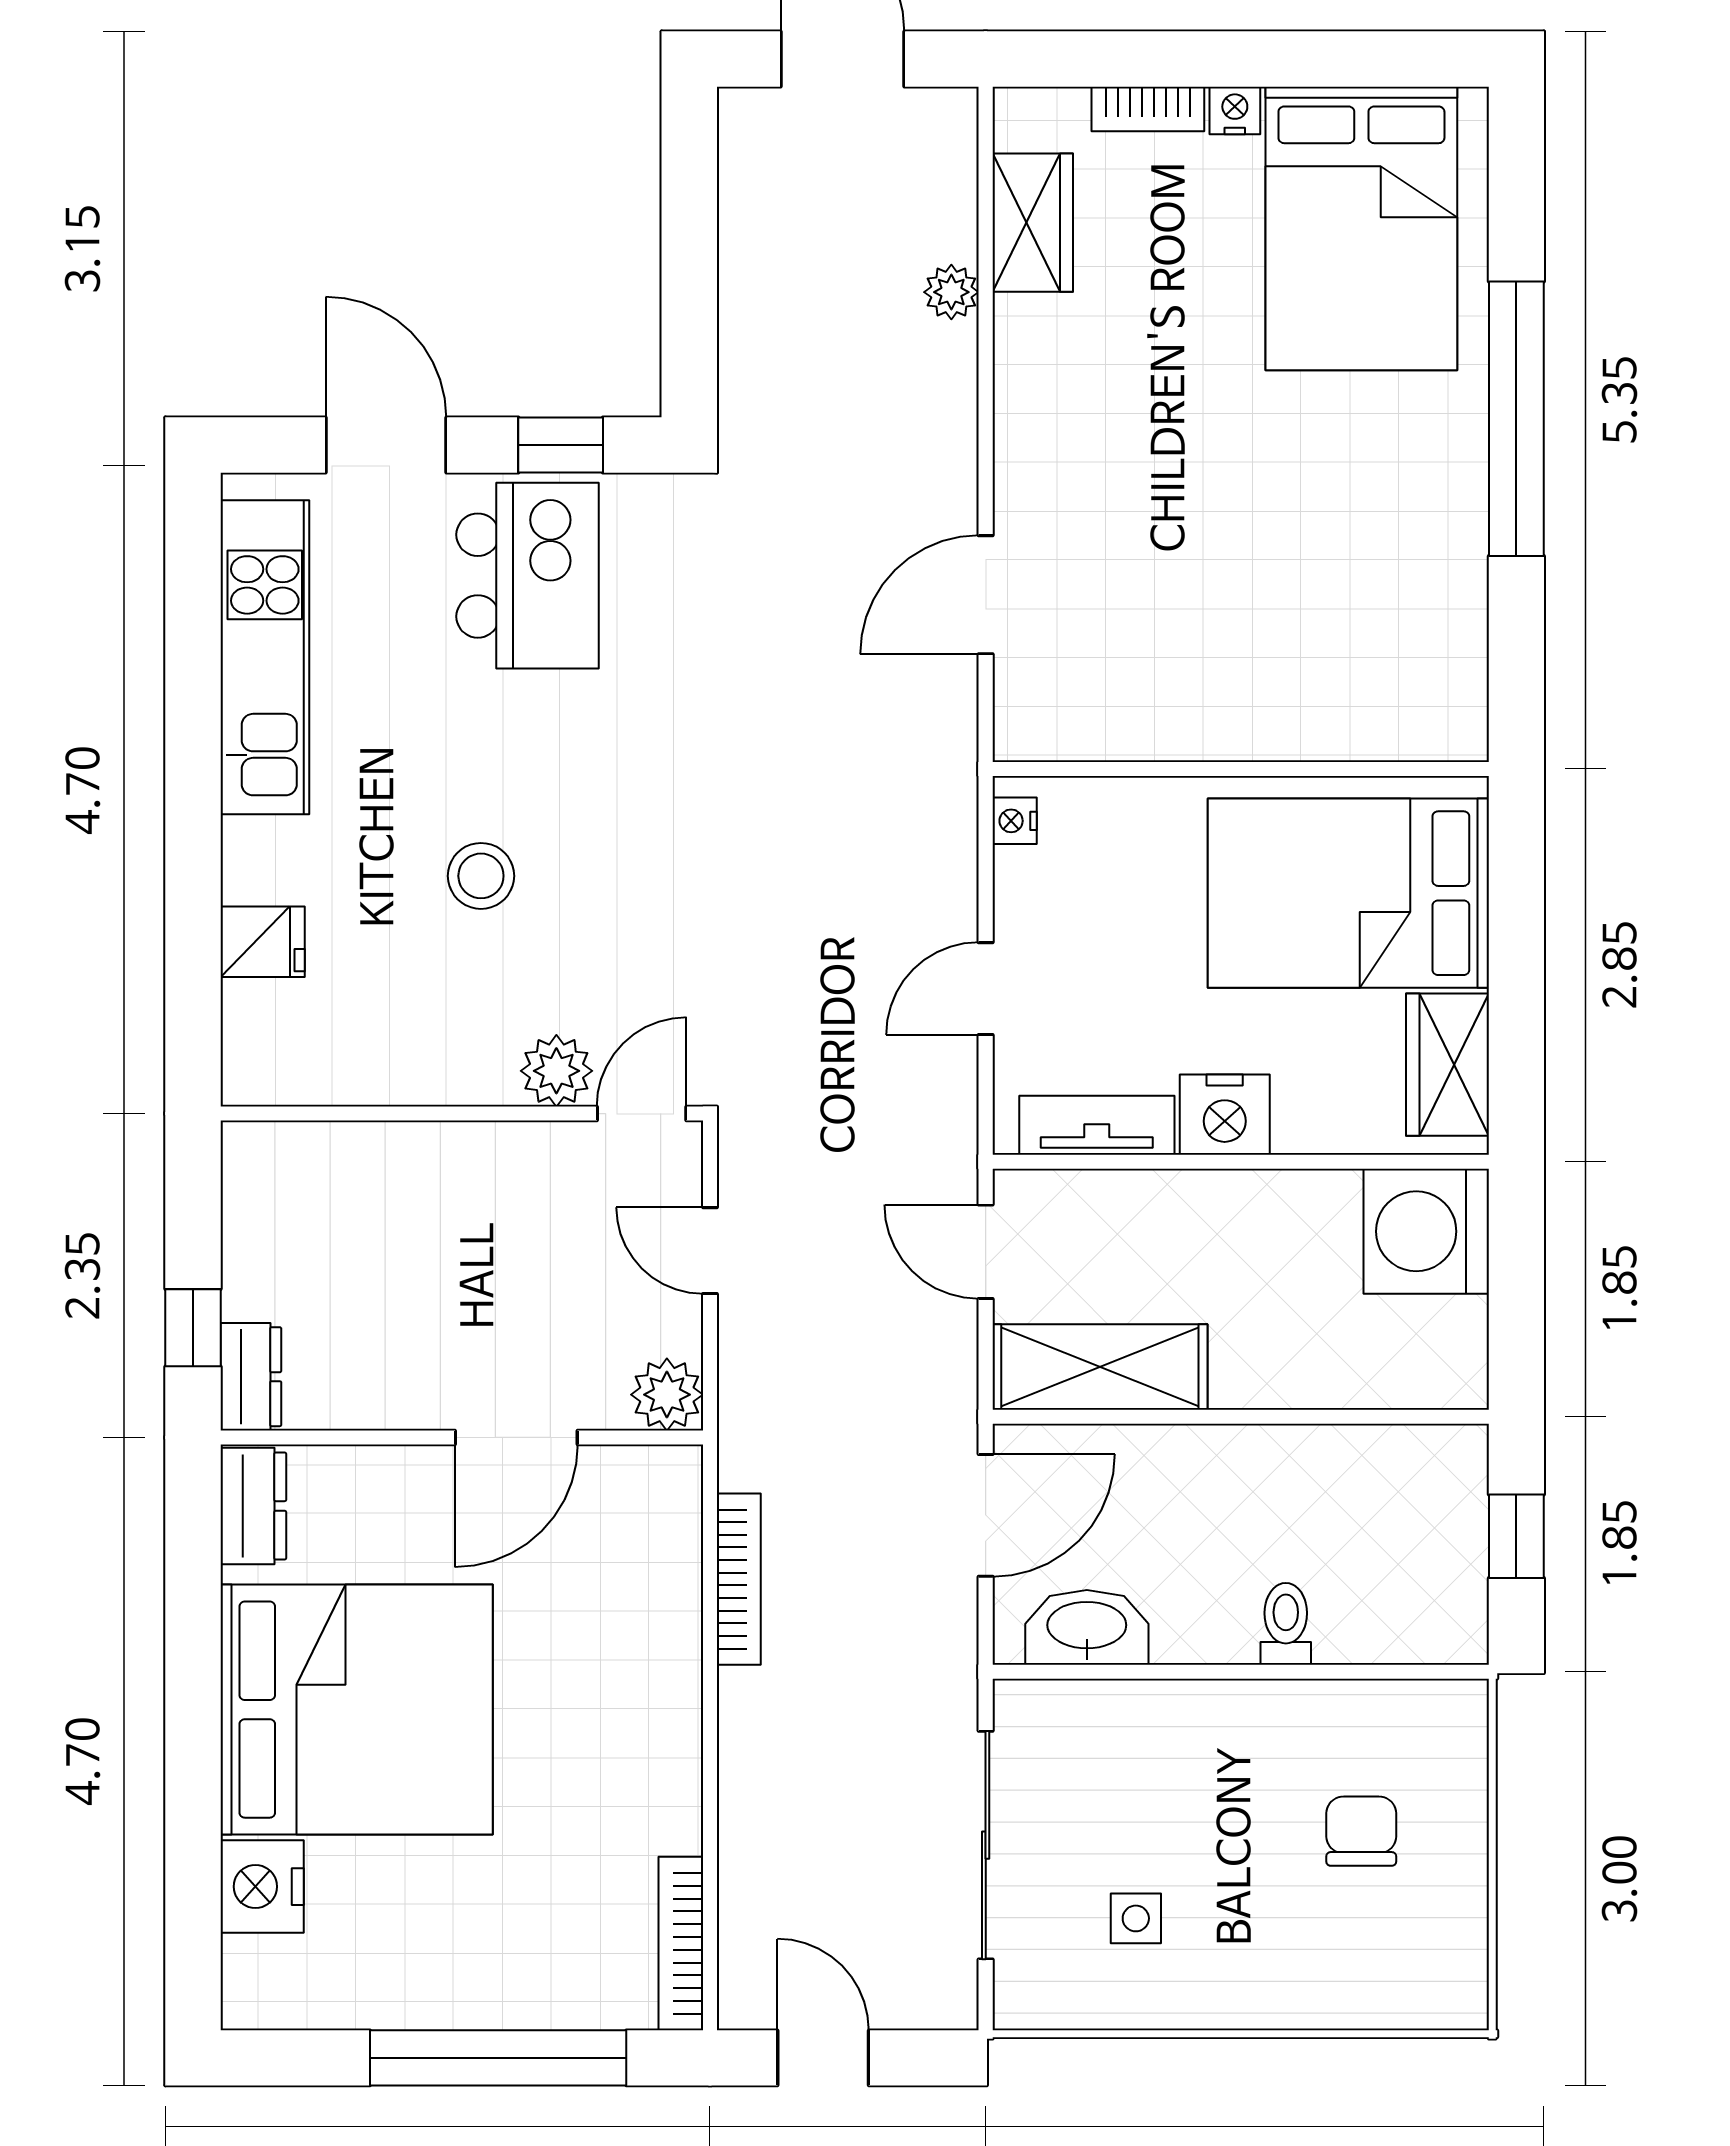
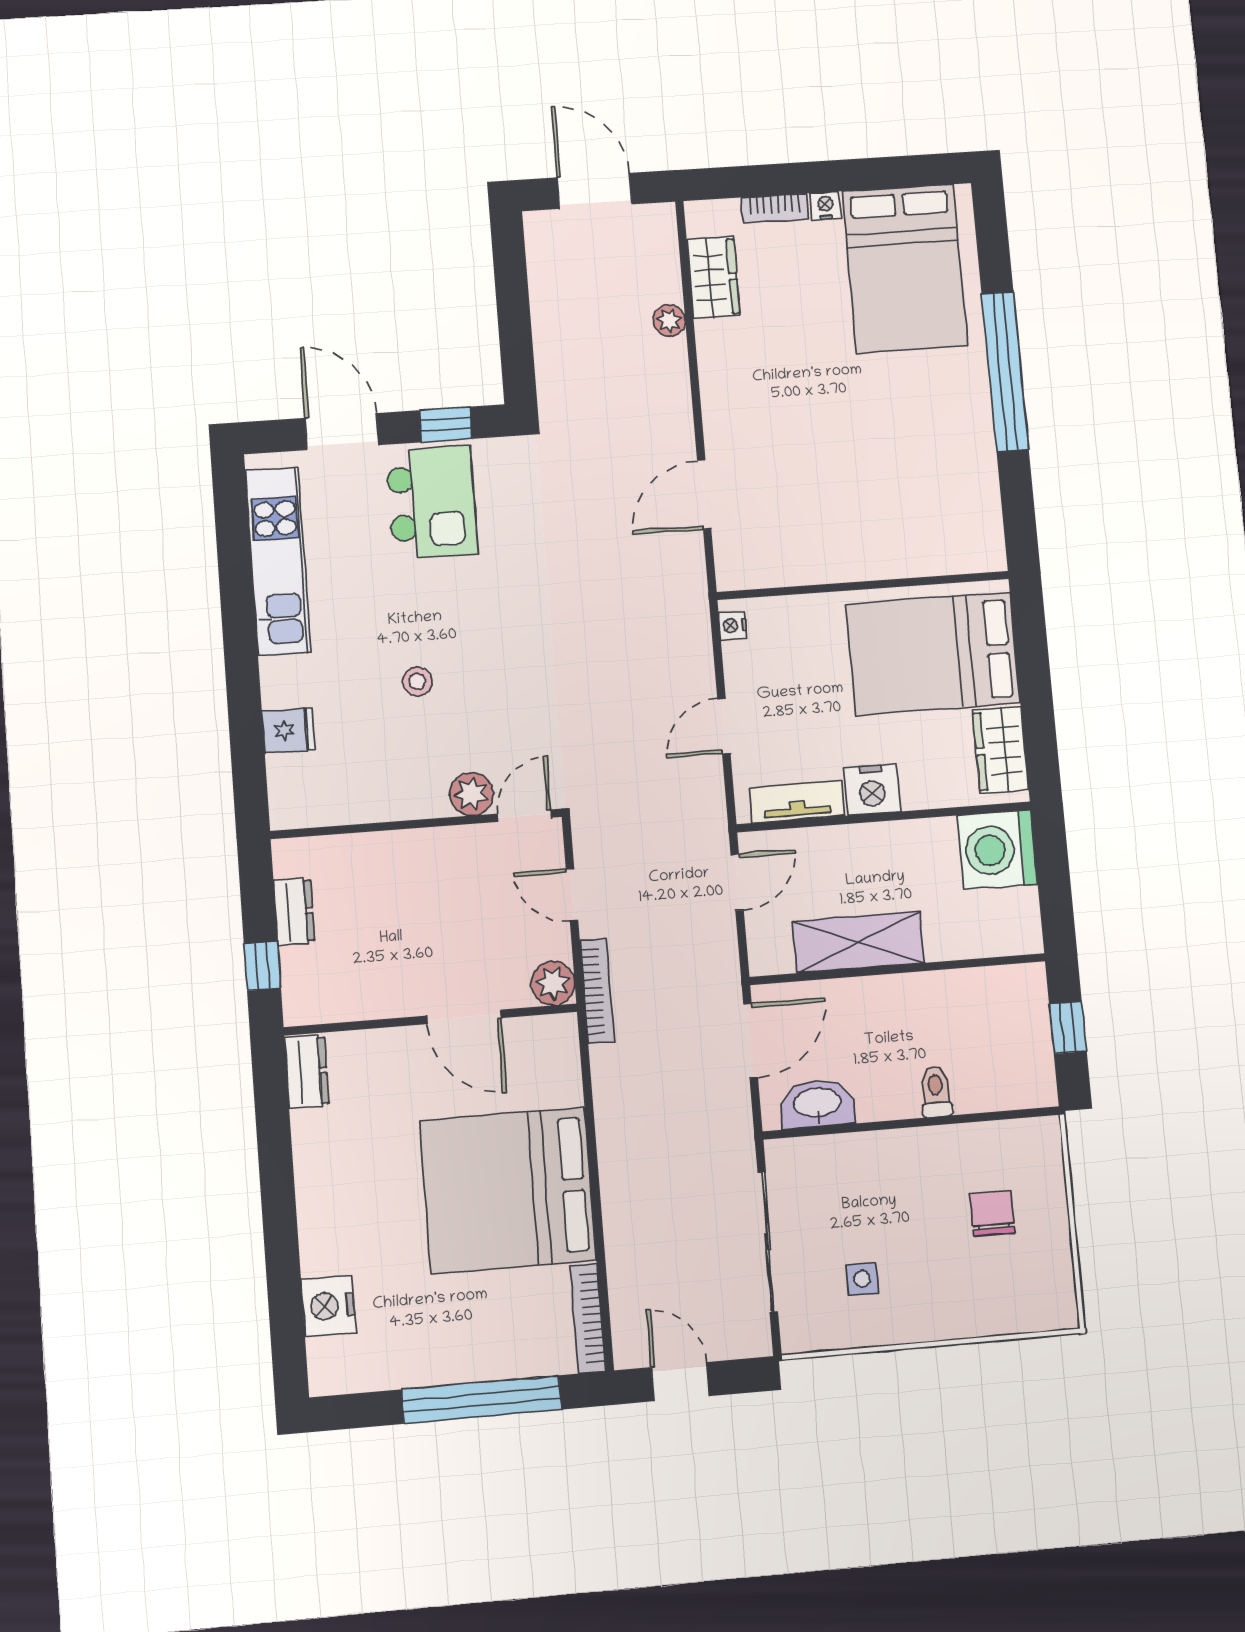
stool: (481, 876) -> (417, 681), width x0.73, depth x0.73
door: (986, 1252) -> (737, 882), swing flipped
shelving: (1100, 1367) -> (858, 942), moved
dresser: (251, 1377) -> (294, 912), moved
door: (516, 1437) -> (464, 1017), hinge flipped
bookcase: (739, 1579) -> (597, 991), moved
bed: (357, 1710) -> (508, 1190), moved, turned 180

